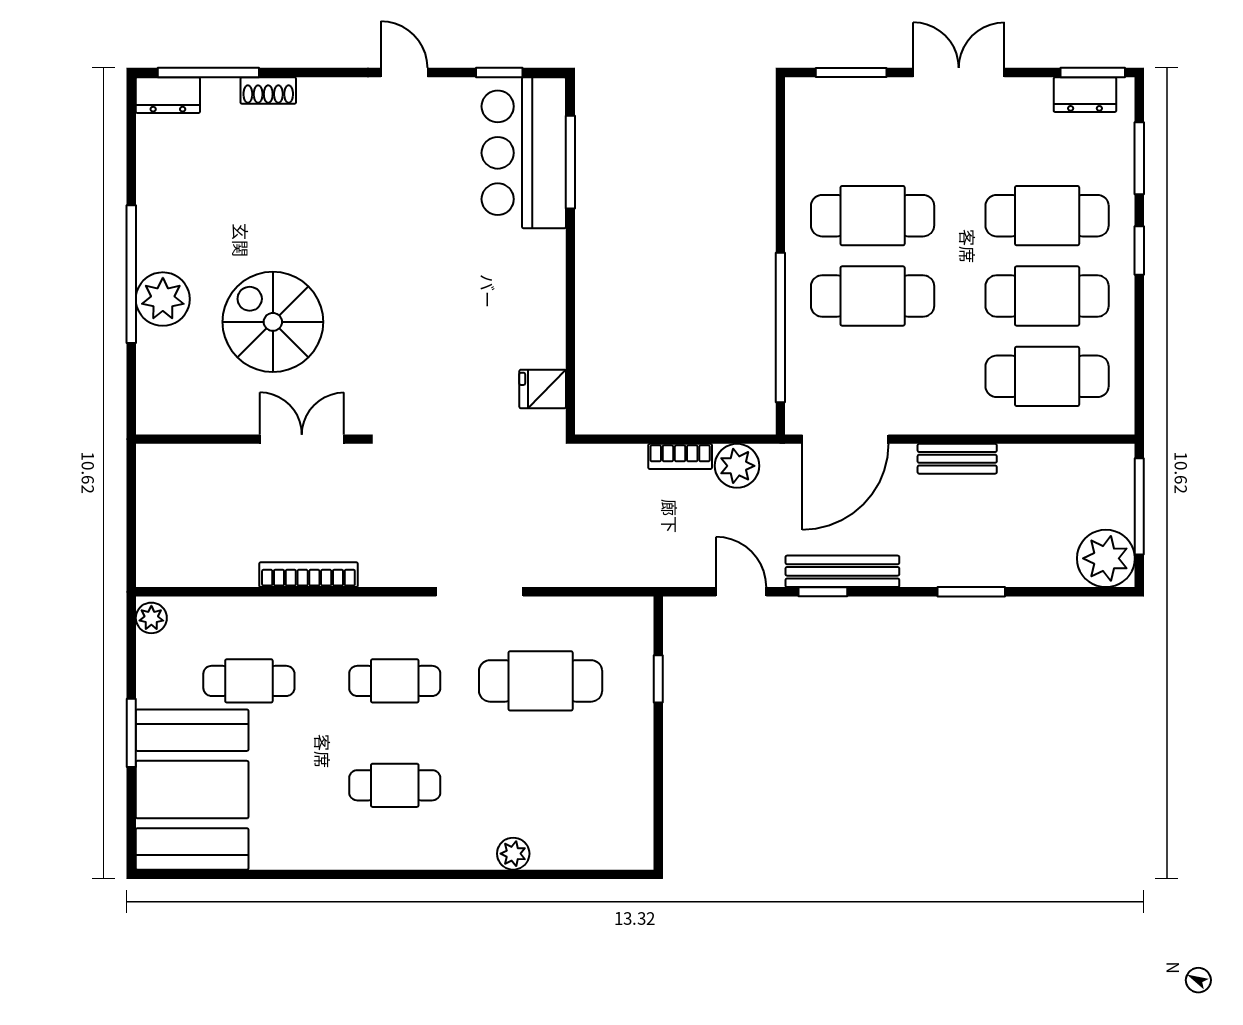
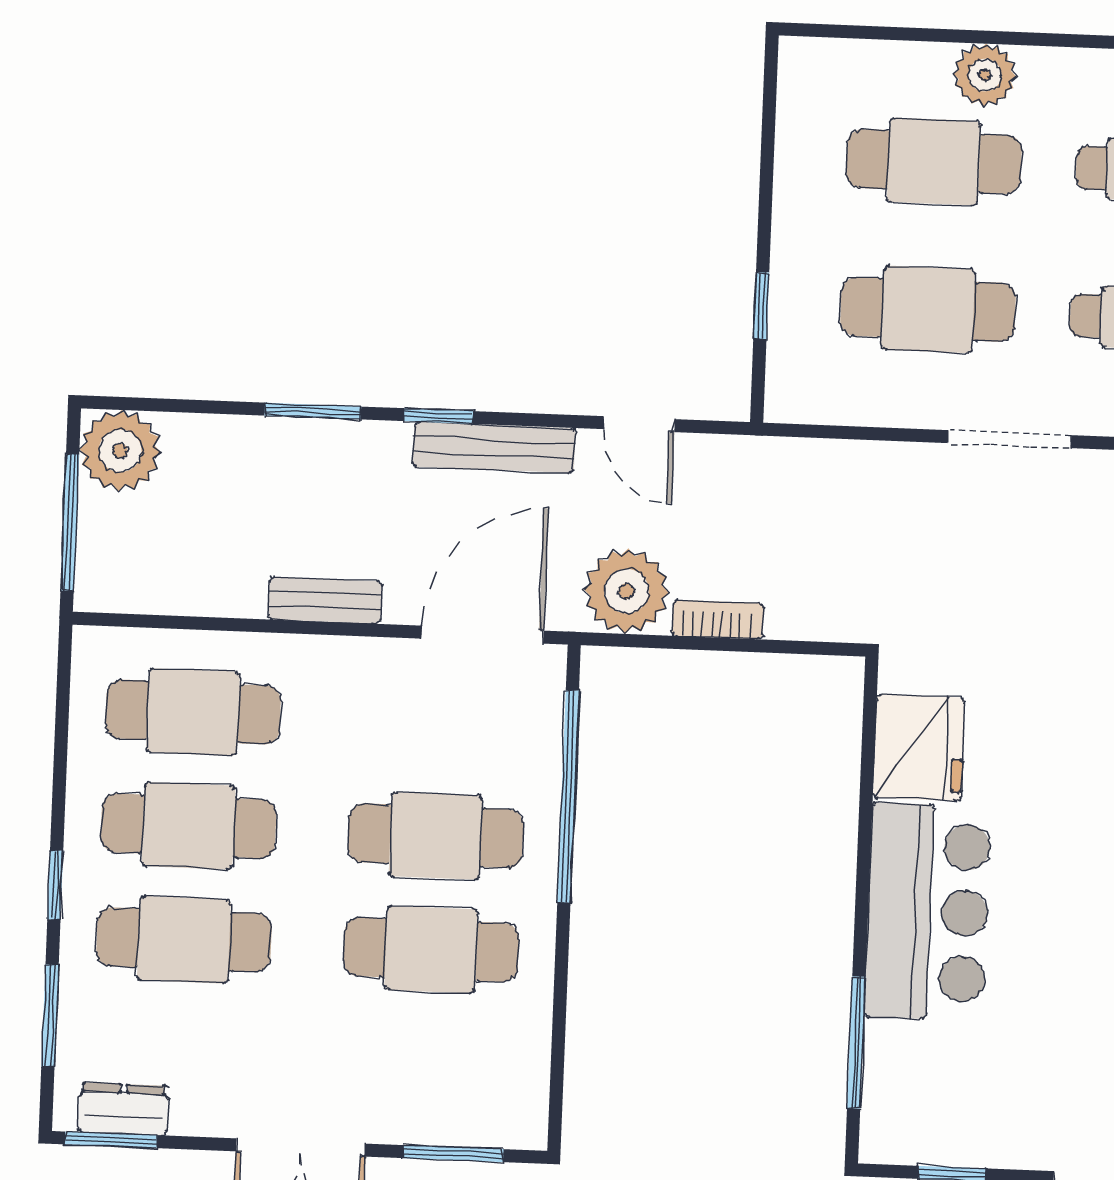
bar counter: (524, 153) -> (928, 912), moved
fridge: (543, 389) -> (919, 748), width x1.88, depth x1.34
plant: (737, 466) -> (627, 591), width x1.36, depth x1.36
window: (823, 592) -> (438, 416), moved
cafe table: (541, 785) -> (934, 161), added
plant: (513, 854) -> (985, 75), width x1.38, depth x1.38

